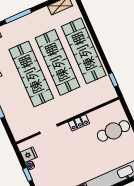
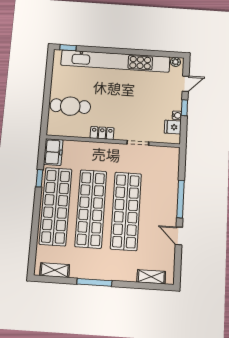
window: (18, 16) -> (94, 282), moved
window: (113, 80) -> (39, 178), moved
freezer: (107, 90) -> (53, 152), added

